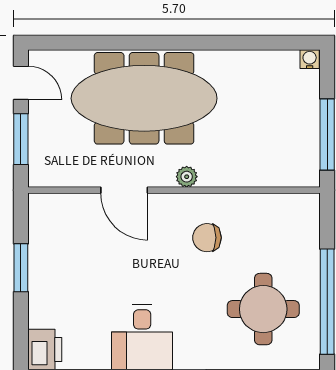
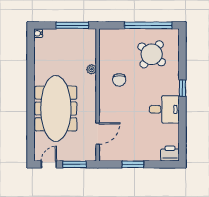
plant: (187, 177) -> (91, 69), moved
door: (124, 190) -> (98, 133), moved
round table: (263, 309) -> (152, 54), turned 38

